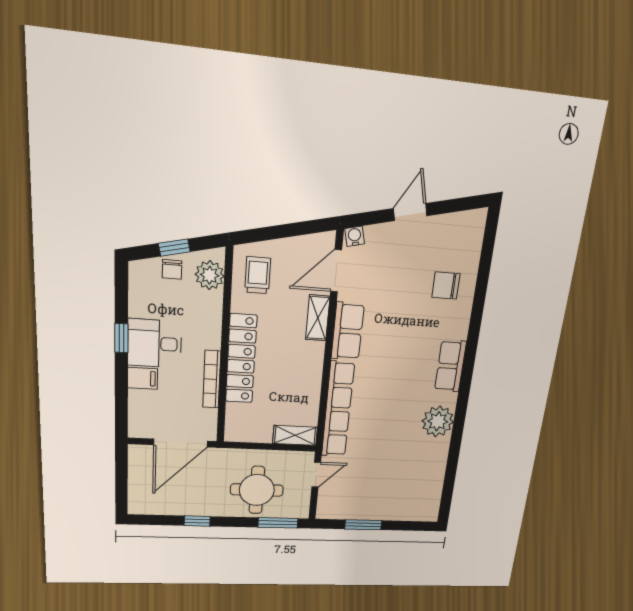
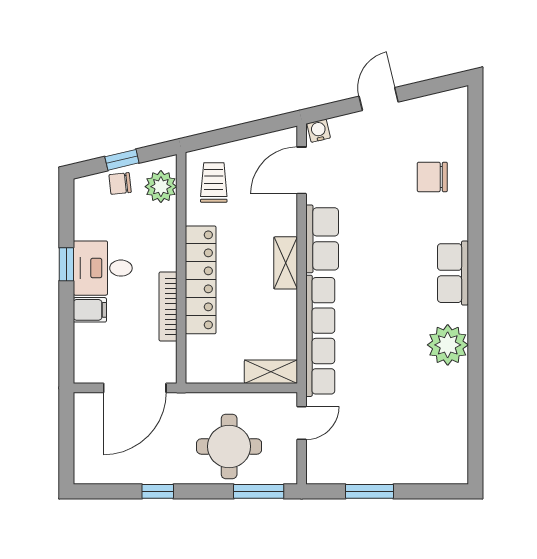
chair: (172, 269) -> (120, 184), turned 84
shelving: (318, 318) -> (286, 263), moved

